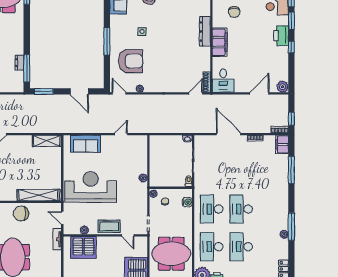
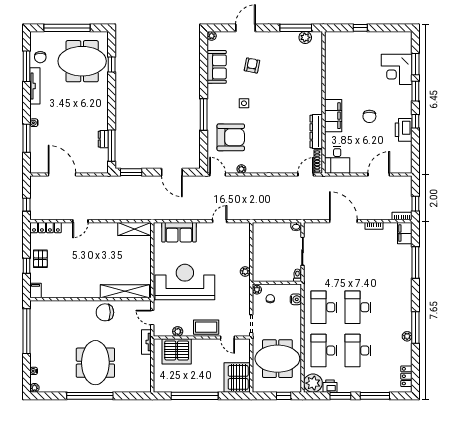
chair: (234, 12) -> (369, 116), moved
dresser: (205, 31) -> (316, 131), moved
printer: (281, 36) -> (404, 130), moved
plant: (283, 87) -> (405, 167), removed

